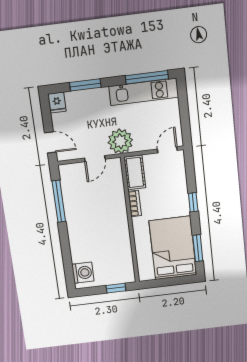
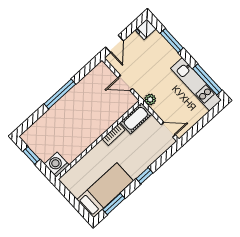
plant: (120, 141) -> (150, 99), width x0.53, depth x0.53
window: (59, 201) -> (60, 94), moved
bed: (173, 248) -> (105, 190), width x0.67
washing machine: (83, 273) -> (57, 165), moved, turned 180
window: (116, 288) -> (31, 155), moved

